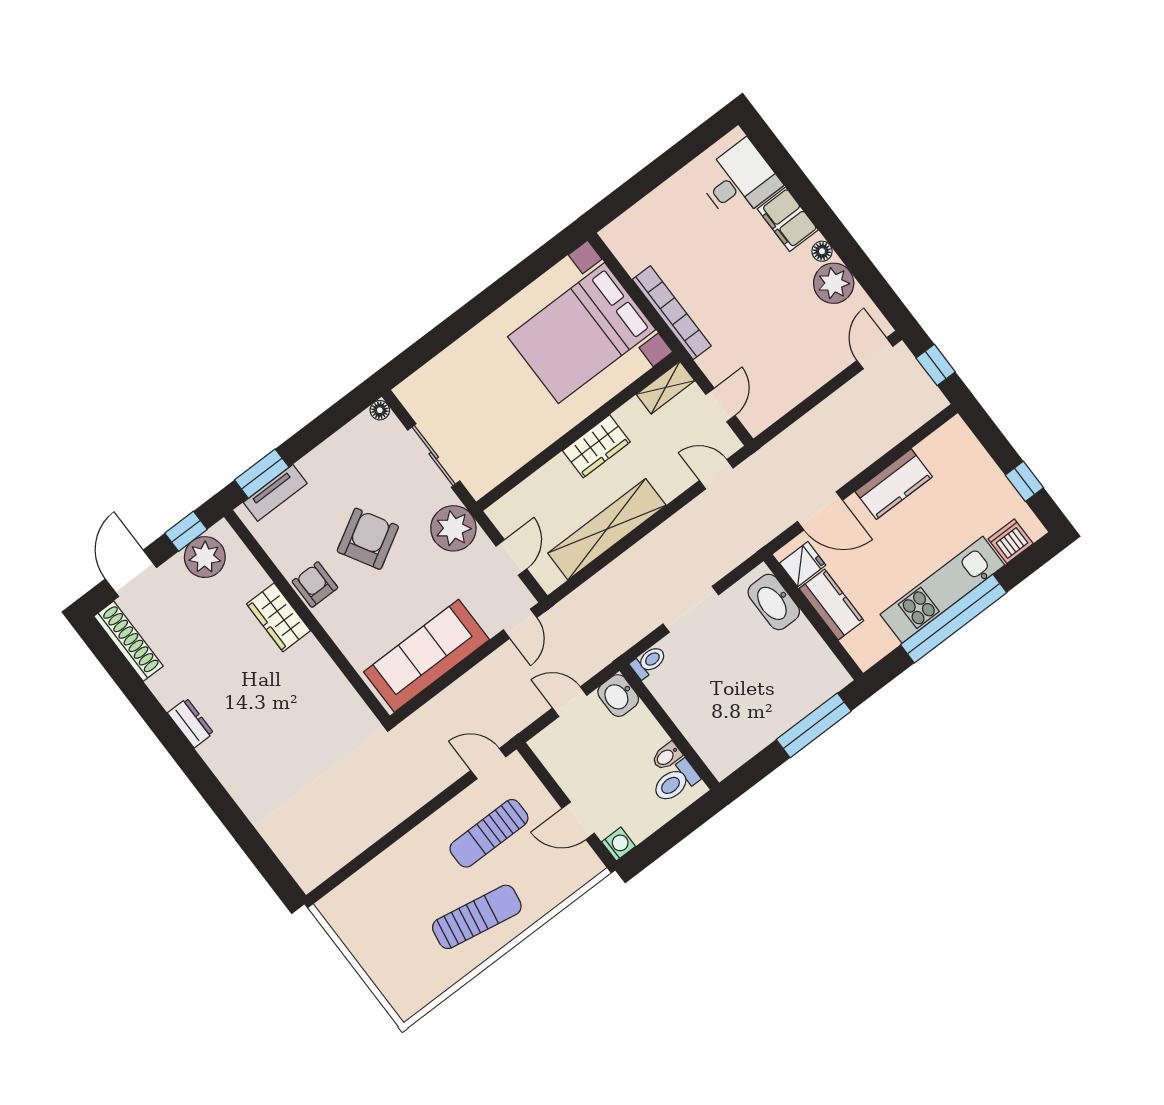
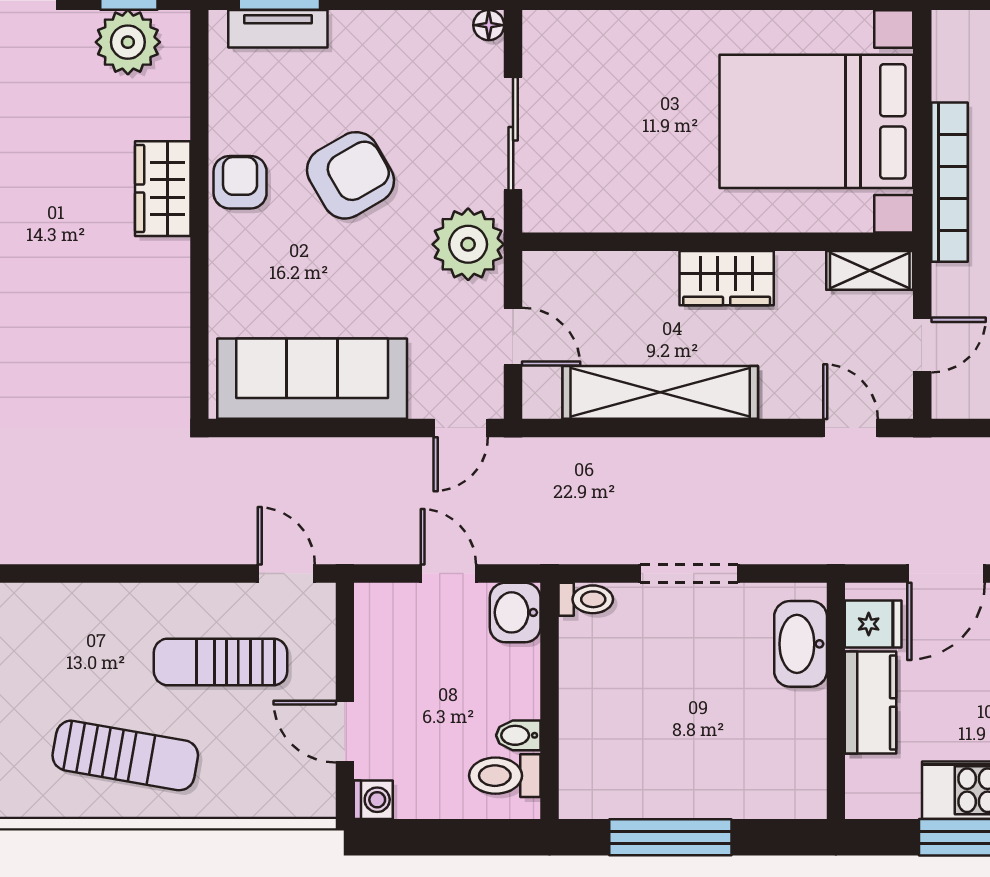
door: (820, 511) -> (946, 574), hinge flipped
door: (511, 558) -> (513, 337), hinge flipped
window: (814, 725) -> (670, 837), moved

